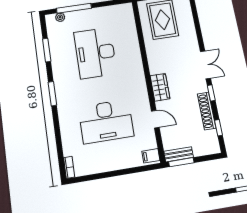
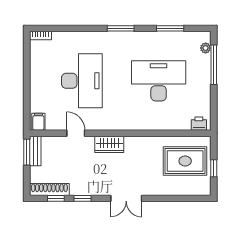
printer: (128, 13) -> (199, 124), added
window: (211, 93) -> (83, 198), moved
shoe rack: (207, 111) -> (49, 189), moved
door: (155, 119) -> (76, 133), swing flipped
desk: (106, 121) -> (82, 81), turned 180

